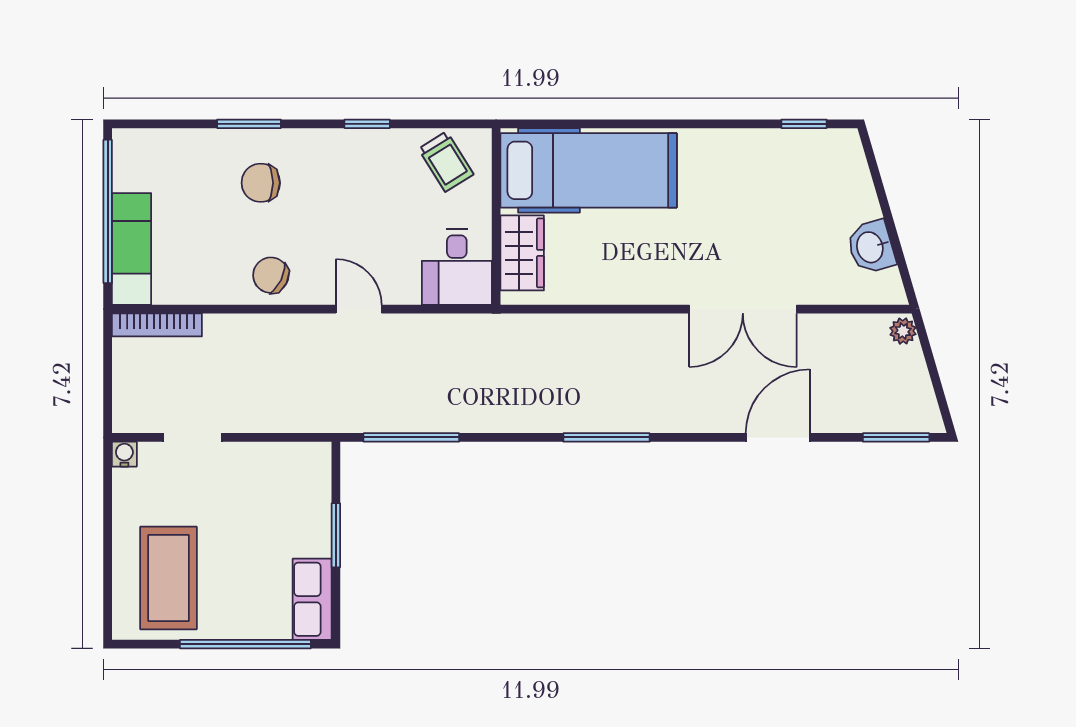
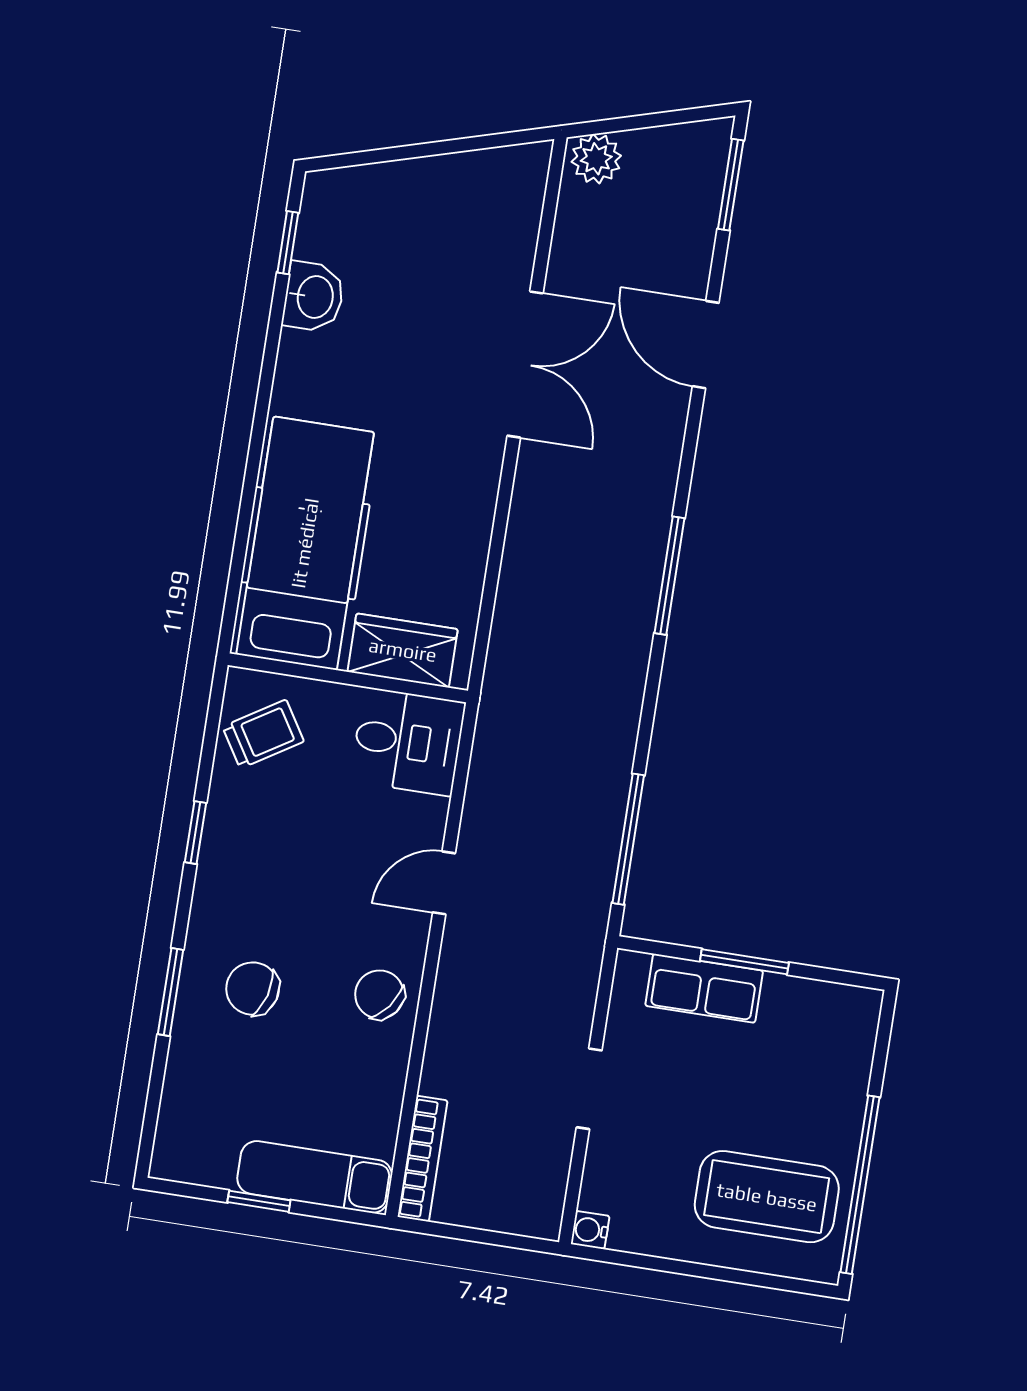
chair: (261, 183) -> (253, 989), turned 106
window: (108, 211) -> (259, 1201), width x0.32
washbasin: (871, 247) -> (314, 297), moved, turned -74
chair: (271, 275) -> (379, 994), turned 101
plant: (903, 331) -> (596, 159), width x1.38, depth x1.38
doorway: (192, 437) -> (589, 1089), moved
row of seats: (312, 599) -> (704, 988), moved
window: (245, 644) -> (860, 1185), moved

